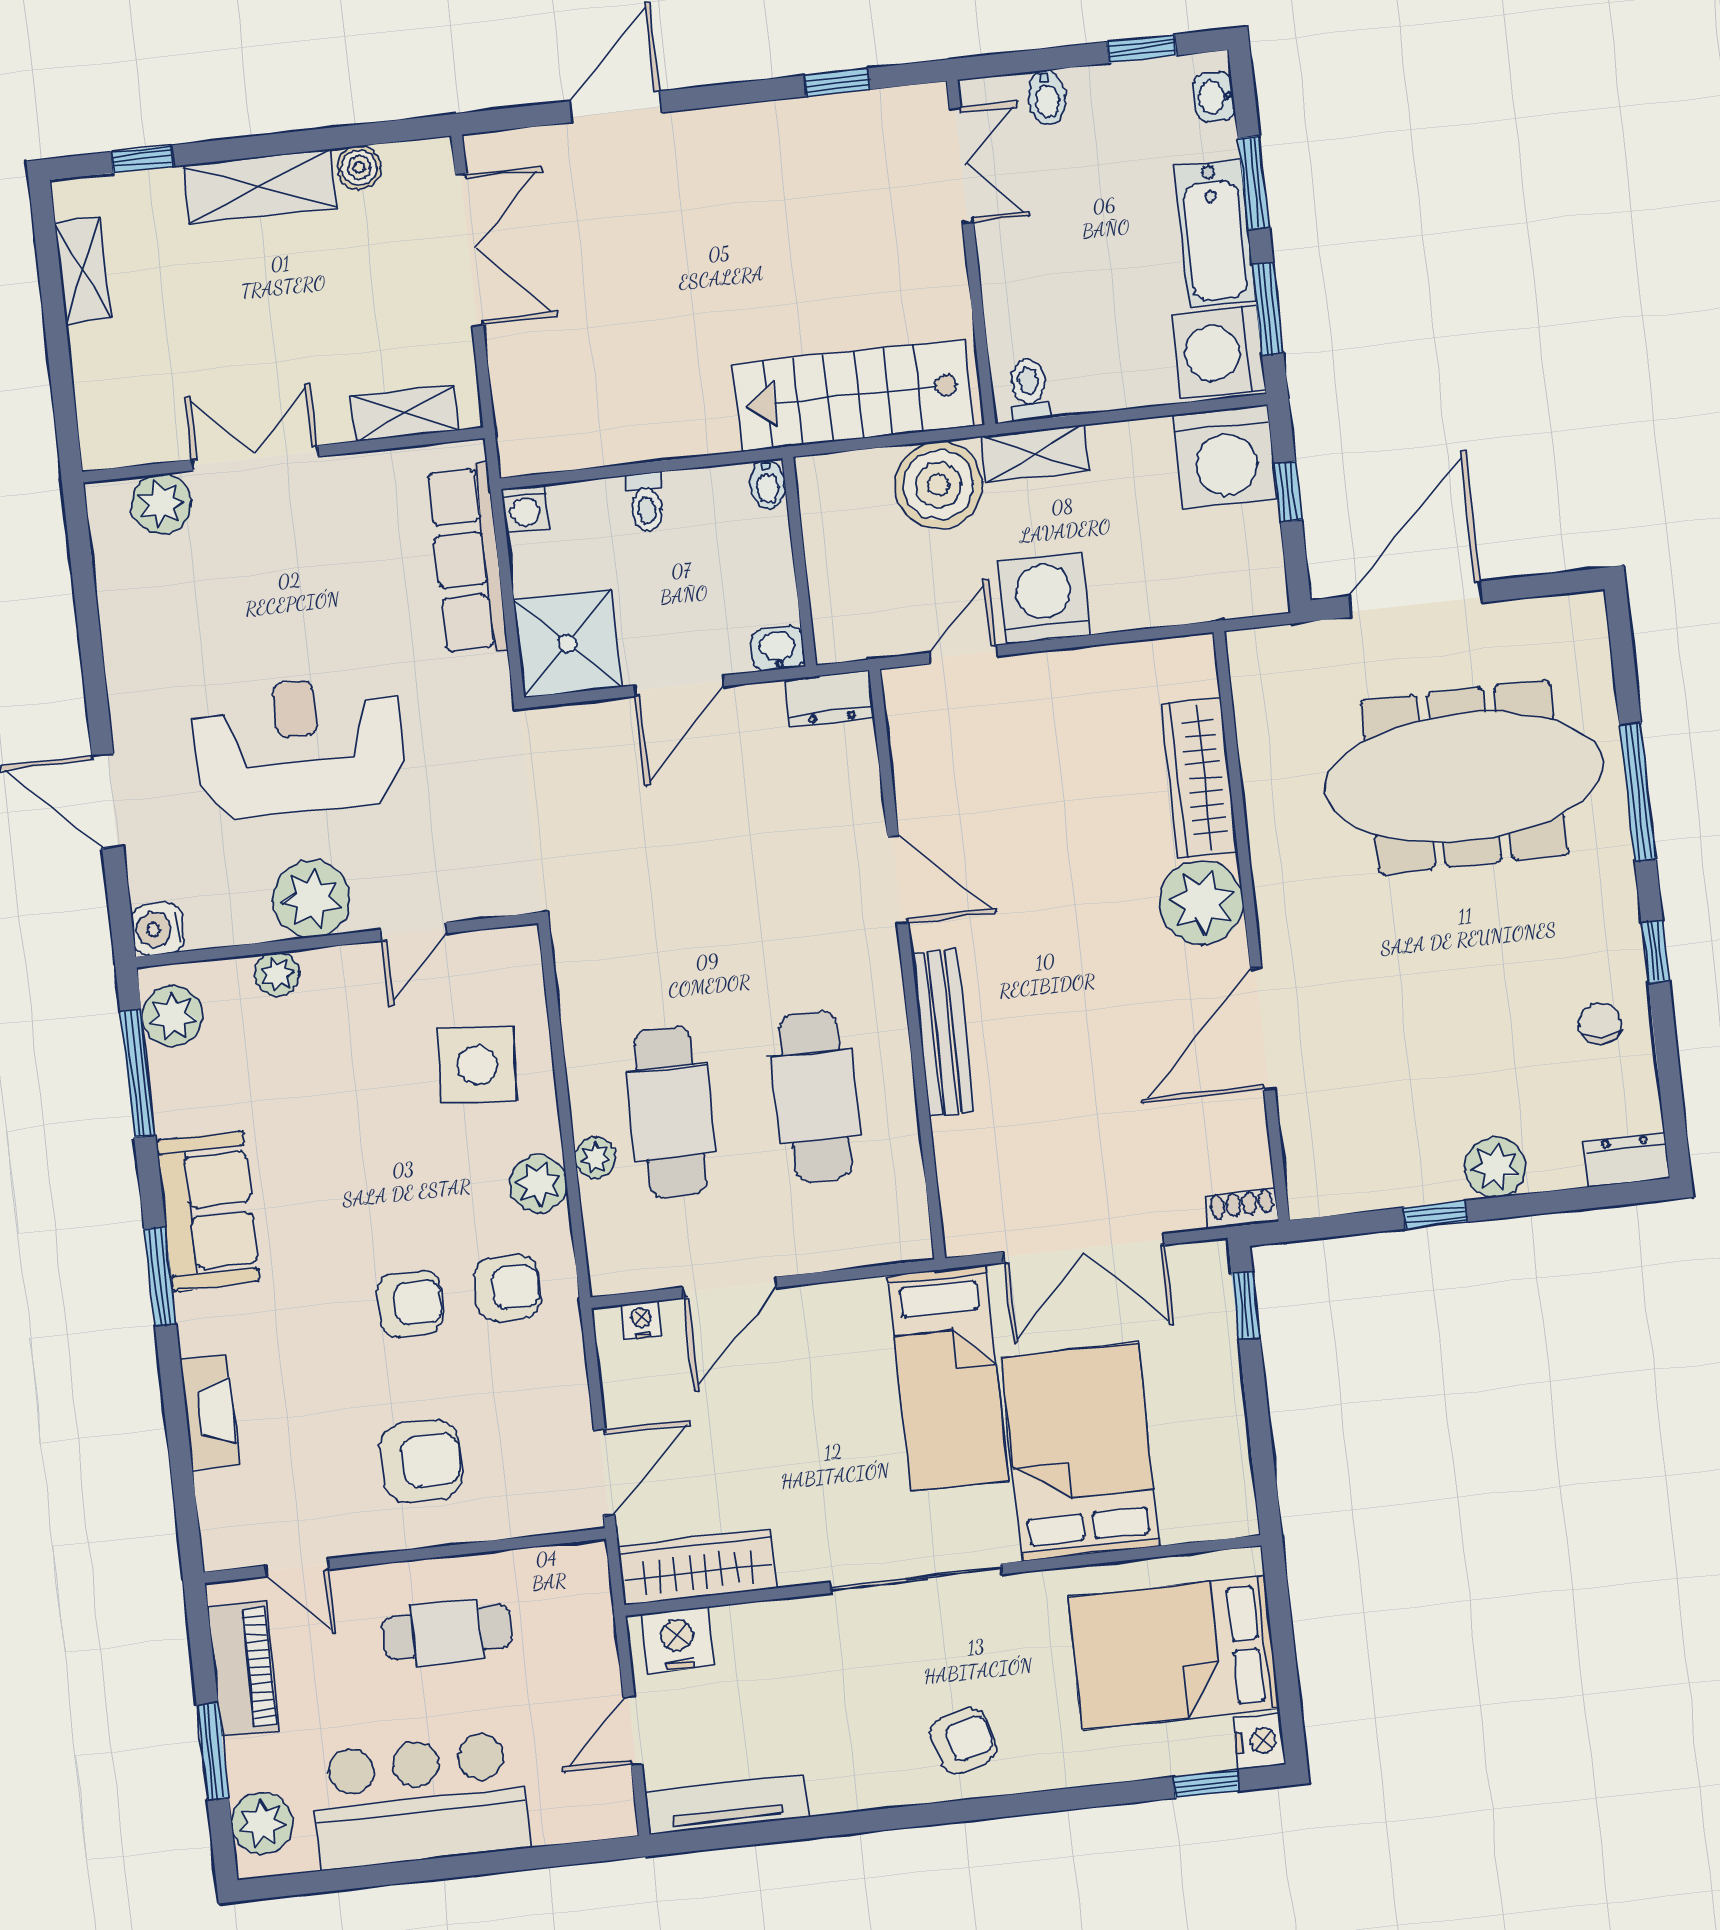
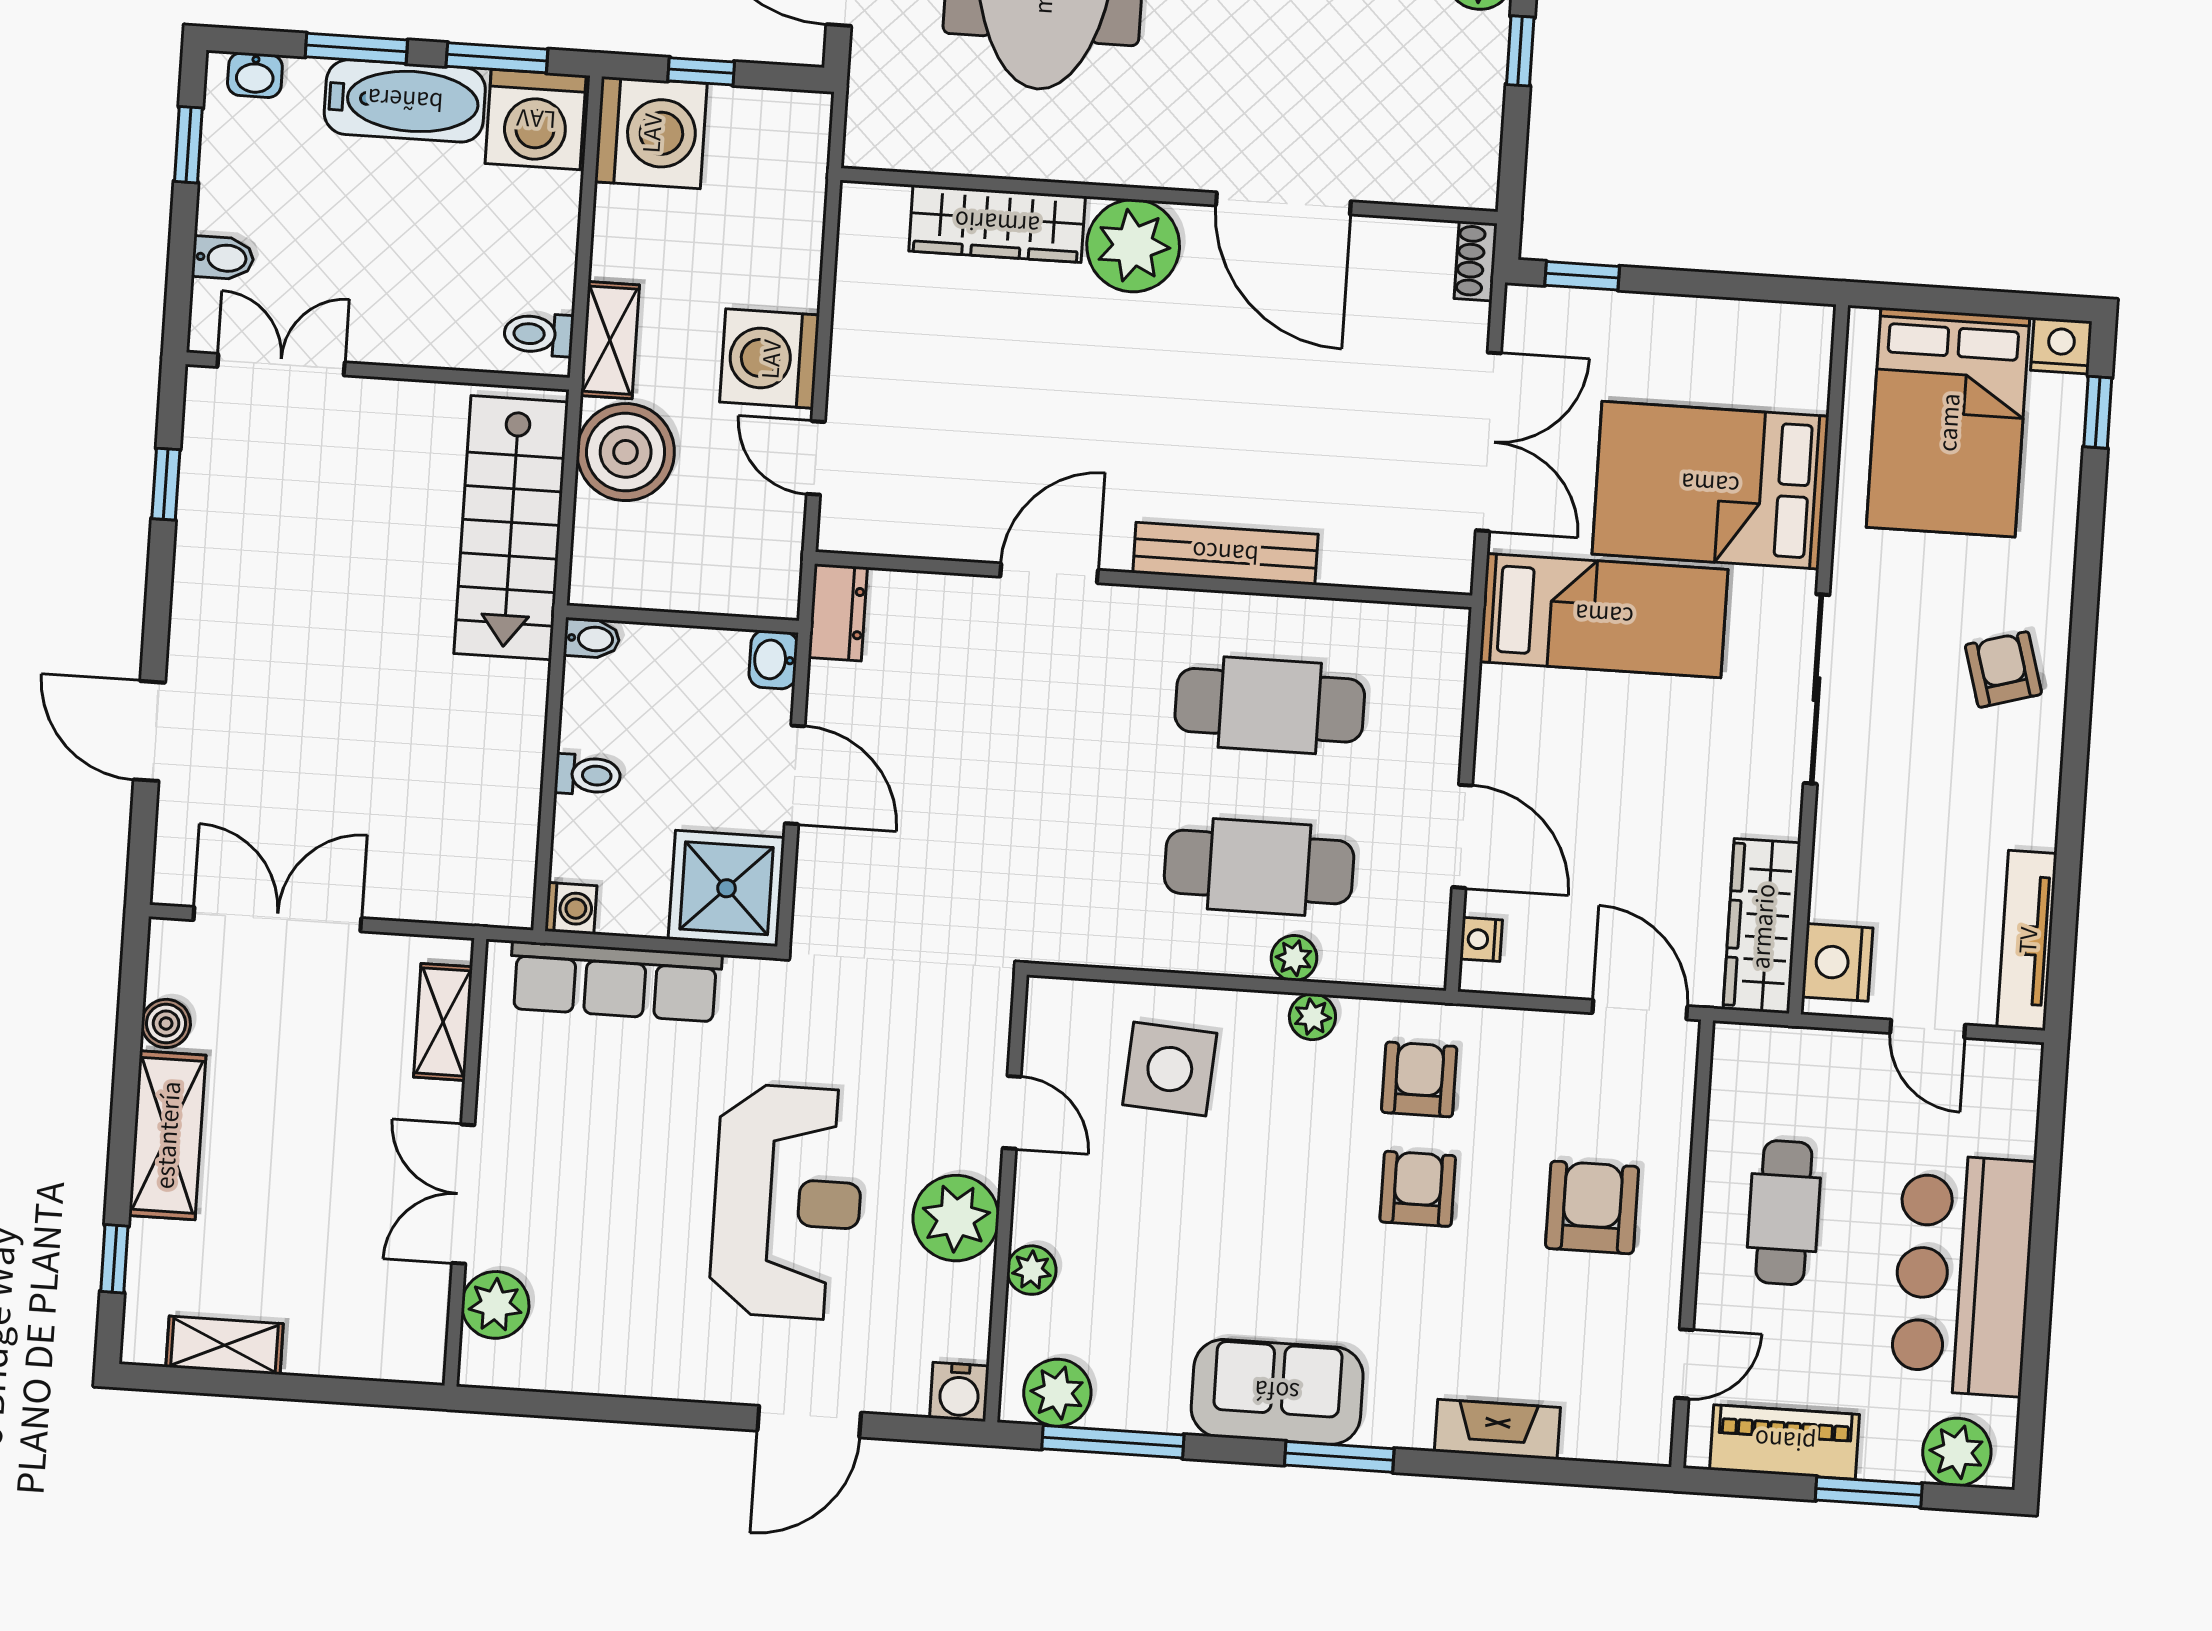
reception desk: (299, 747) -> (787, 1202), turned 180
plant: (538, 1184) -> (1312, 1017), width x0.73, depth x0.73

